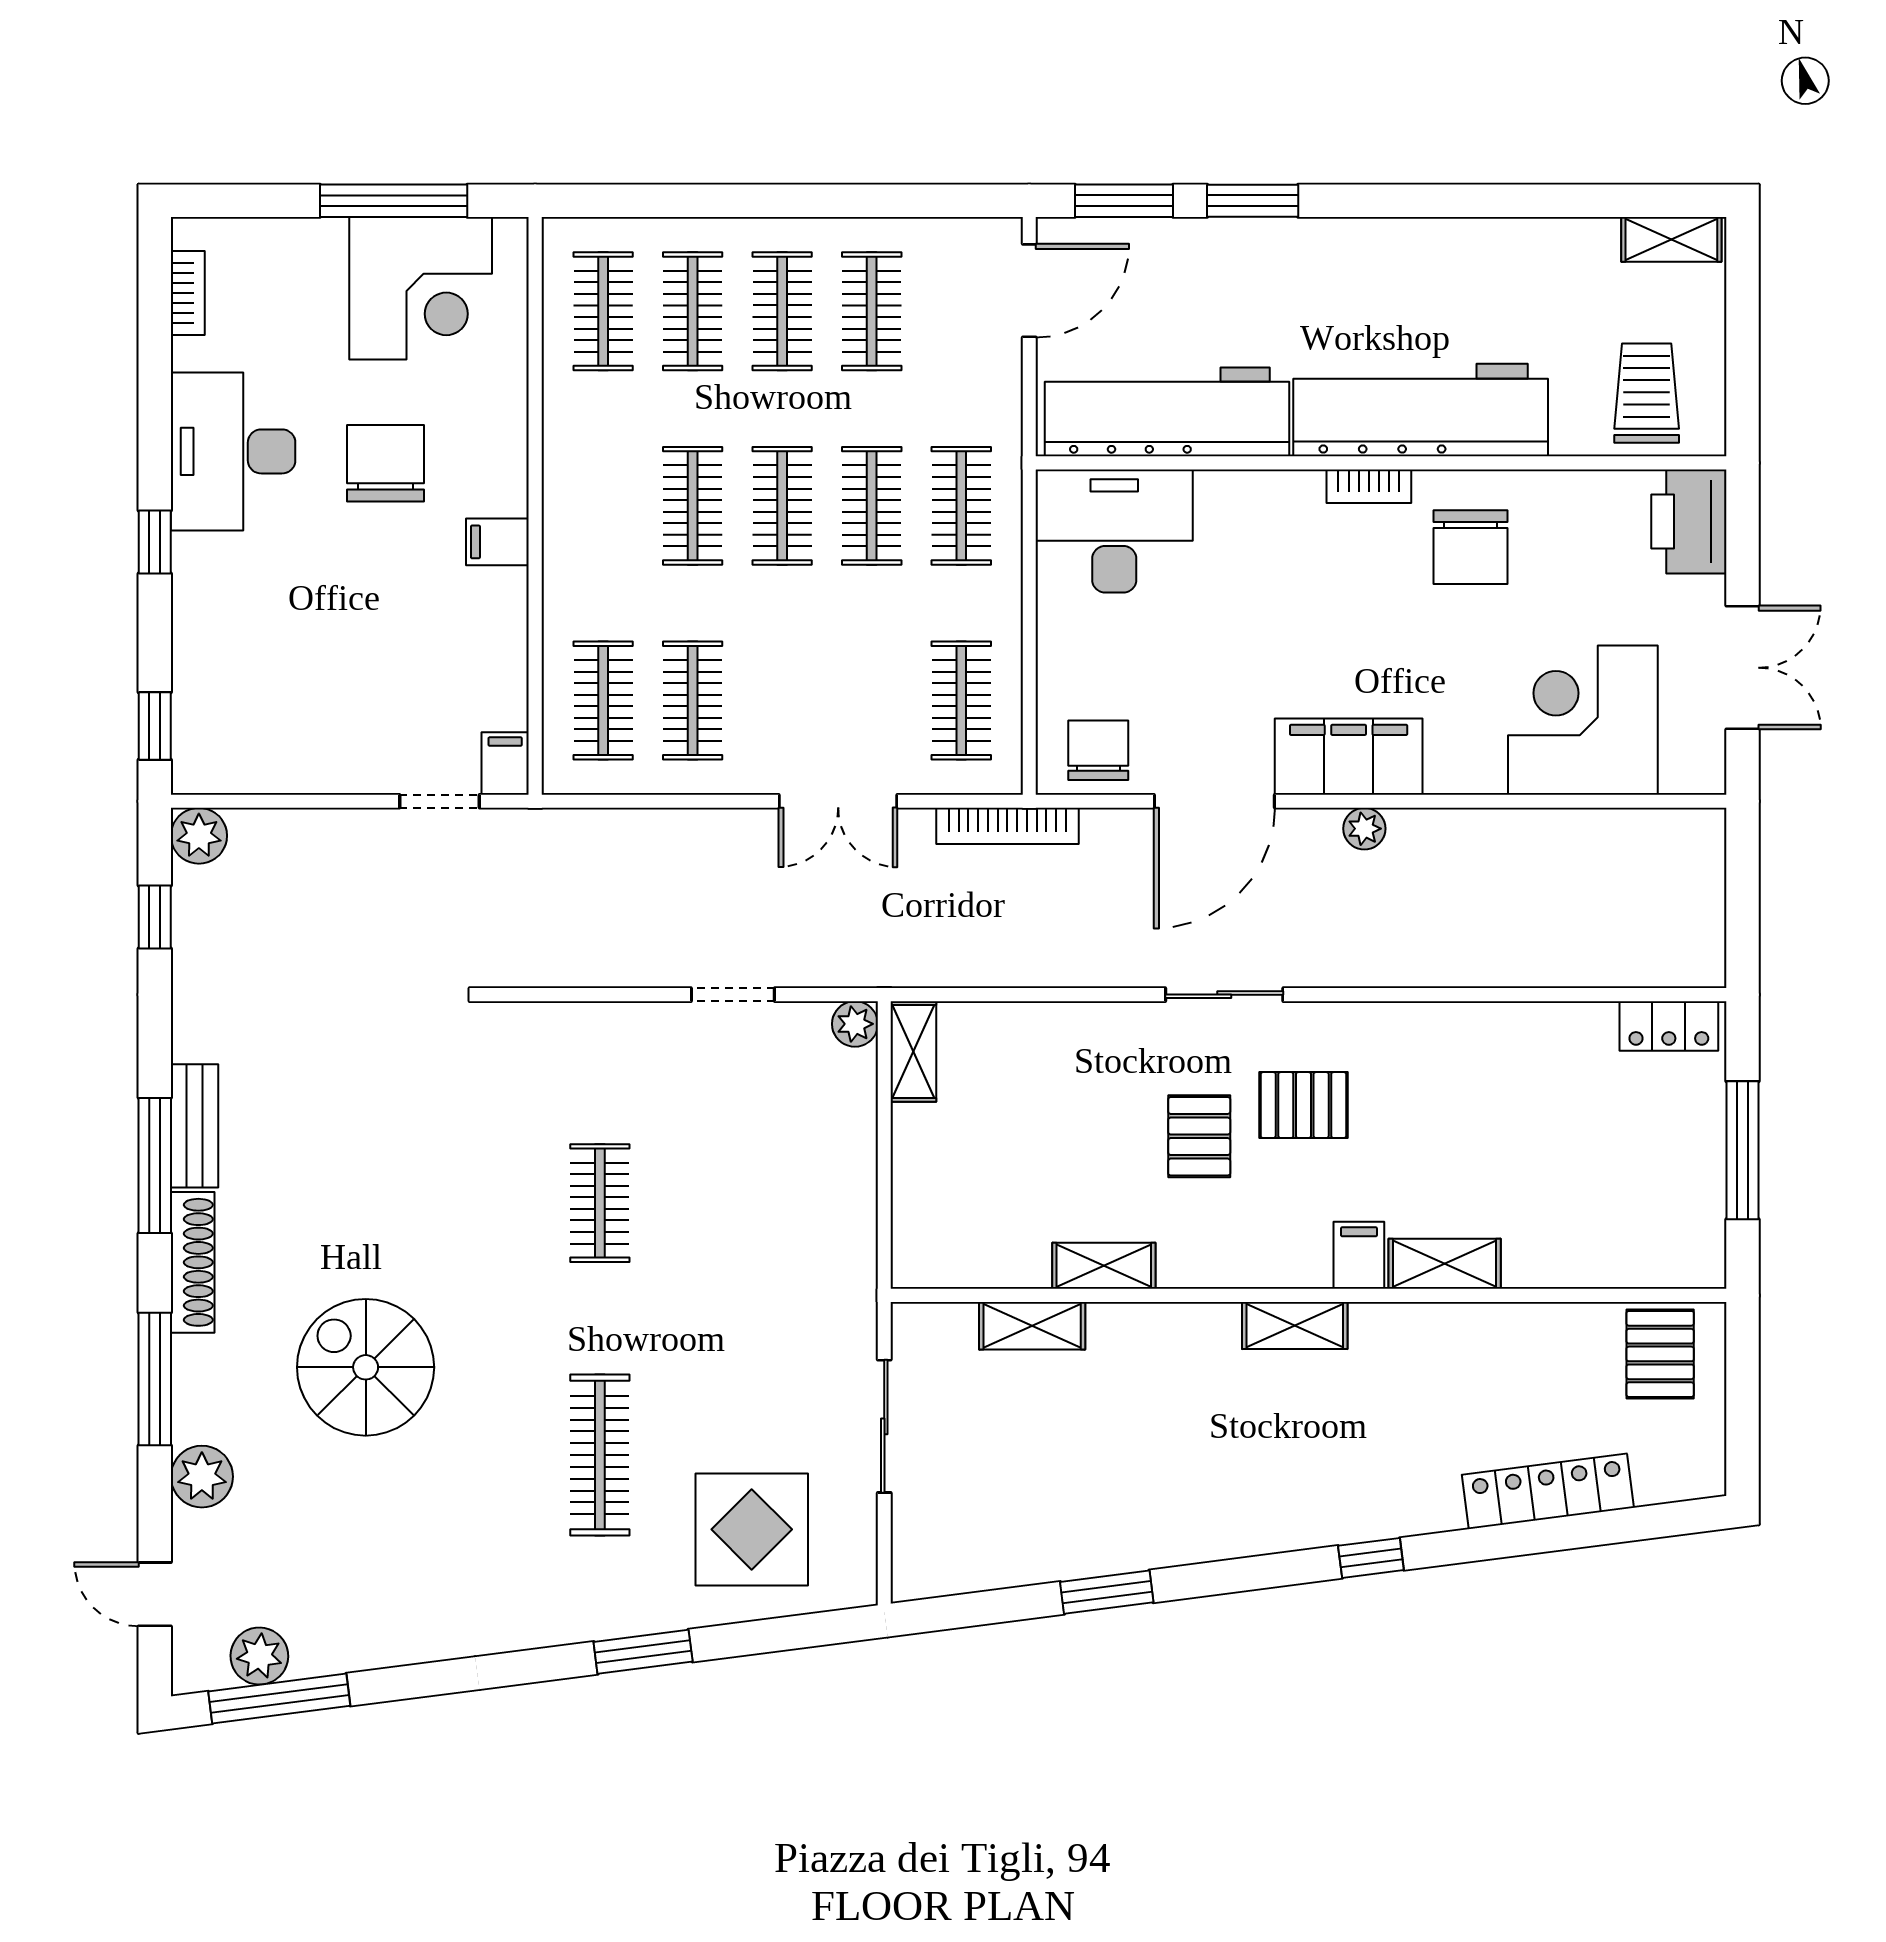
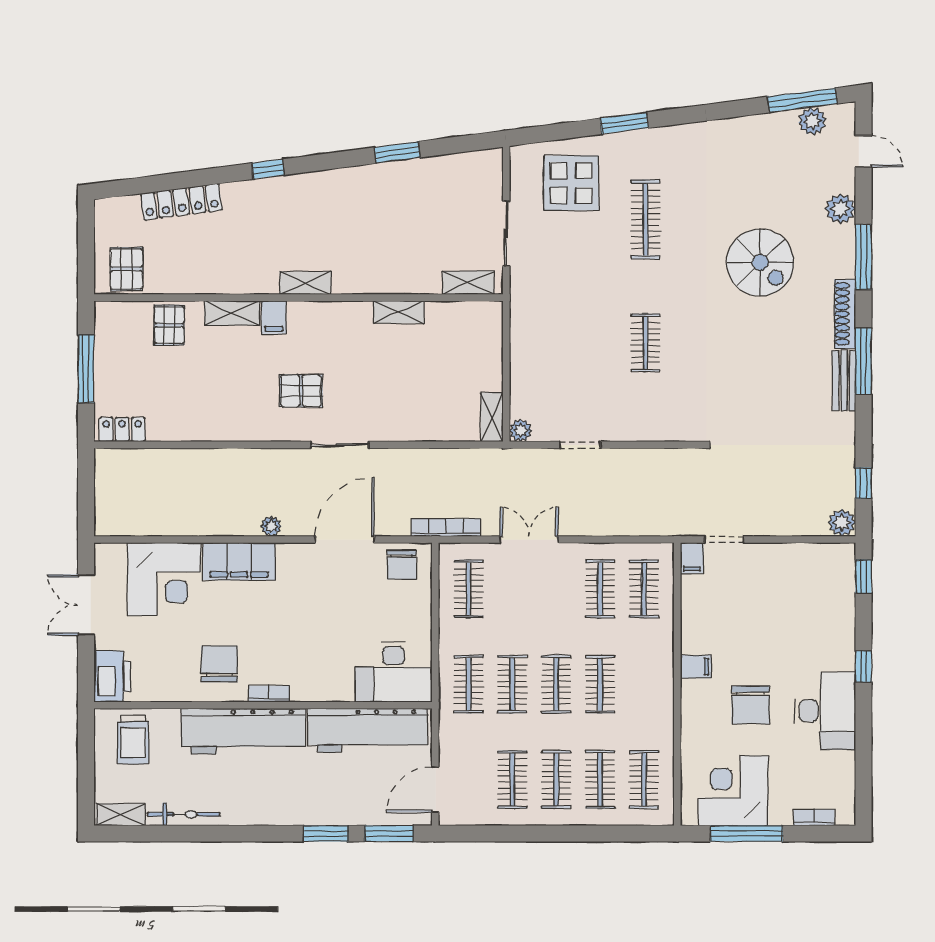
bicycle: (1543, 240) -> (184, 814), added
bookcase: (188, 293) -> (814, 817), moved, turned 90
filing cabinet: (1349, 757) -> (239, 561), moved
pallet: (1199, 1136) -> (169, 325), moved
shelving: (1032, 1326) -> (468, 283), moved

